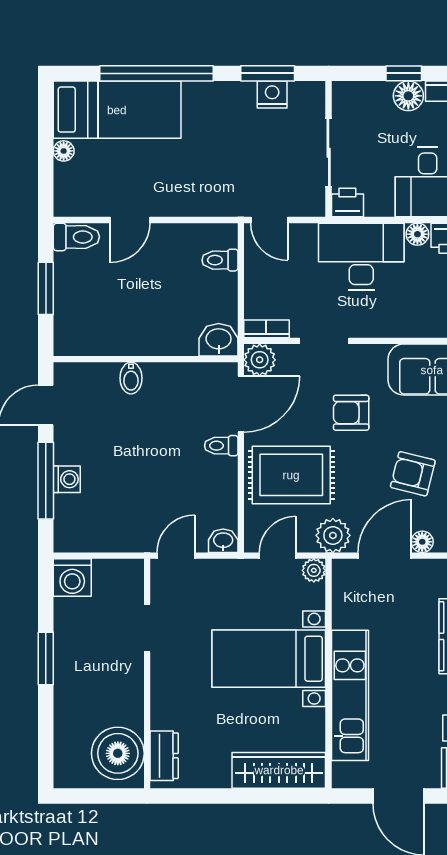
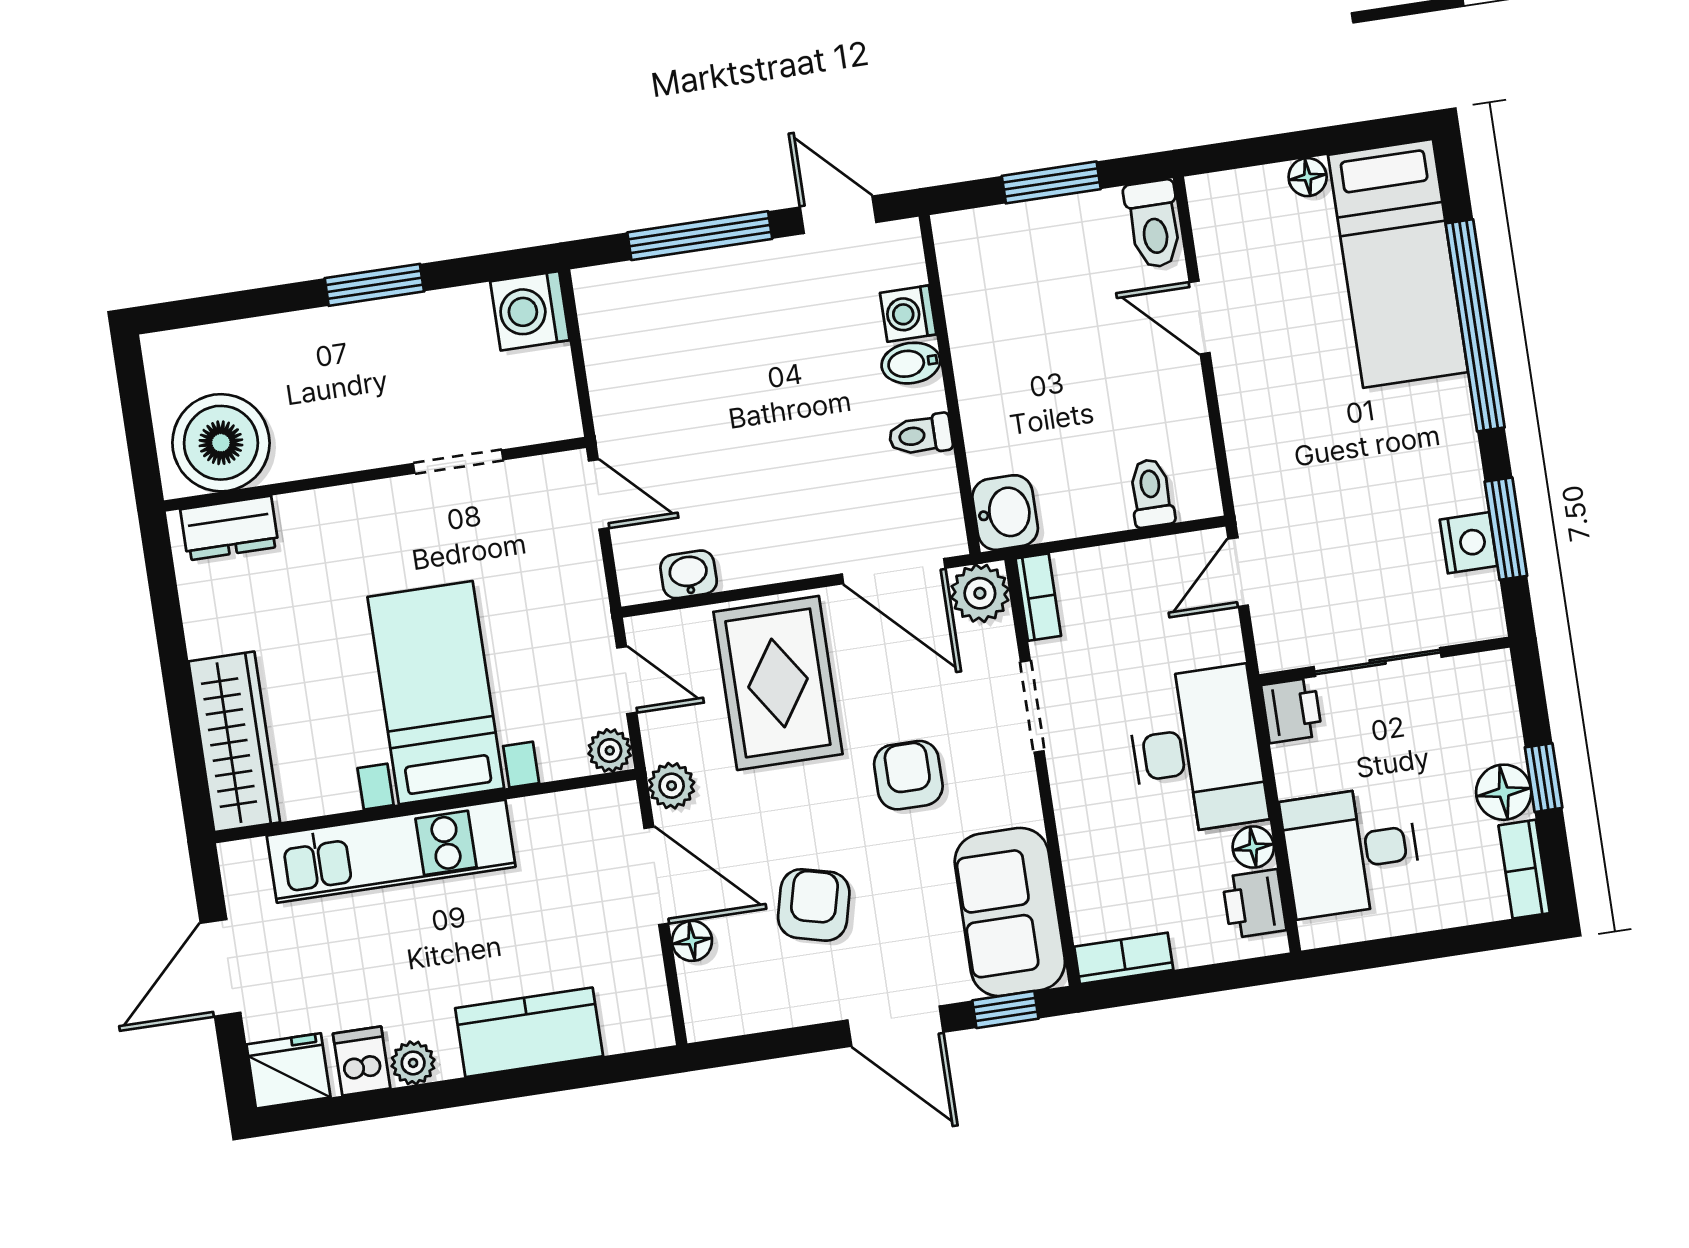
toilet: (221, 446) -> (920, 435), moved, turned -90
washing machine: (67, 479) -> (908, 314), moved, turned 90
plant: (333, 535) -> (672, 786), width x0.73, depth x0.73
washbasin: (223, 541) -> (689, 574), moved, turned -90

